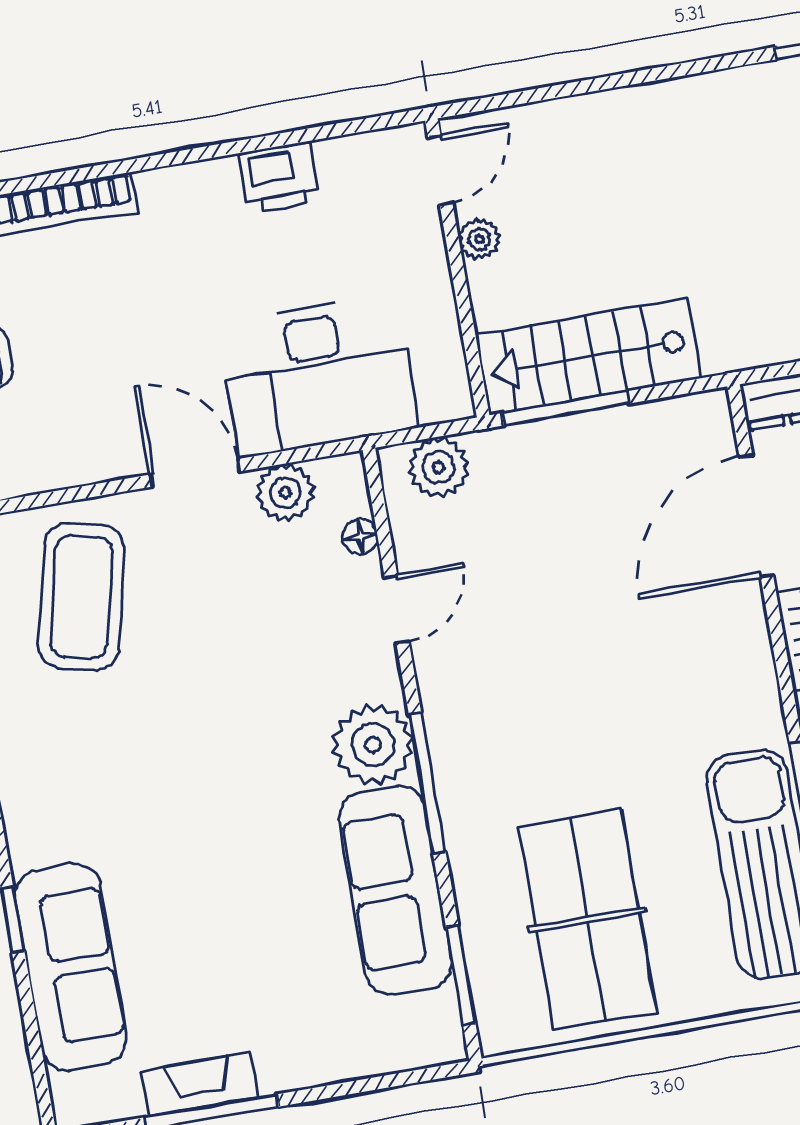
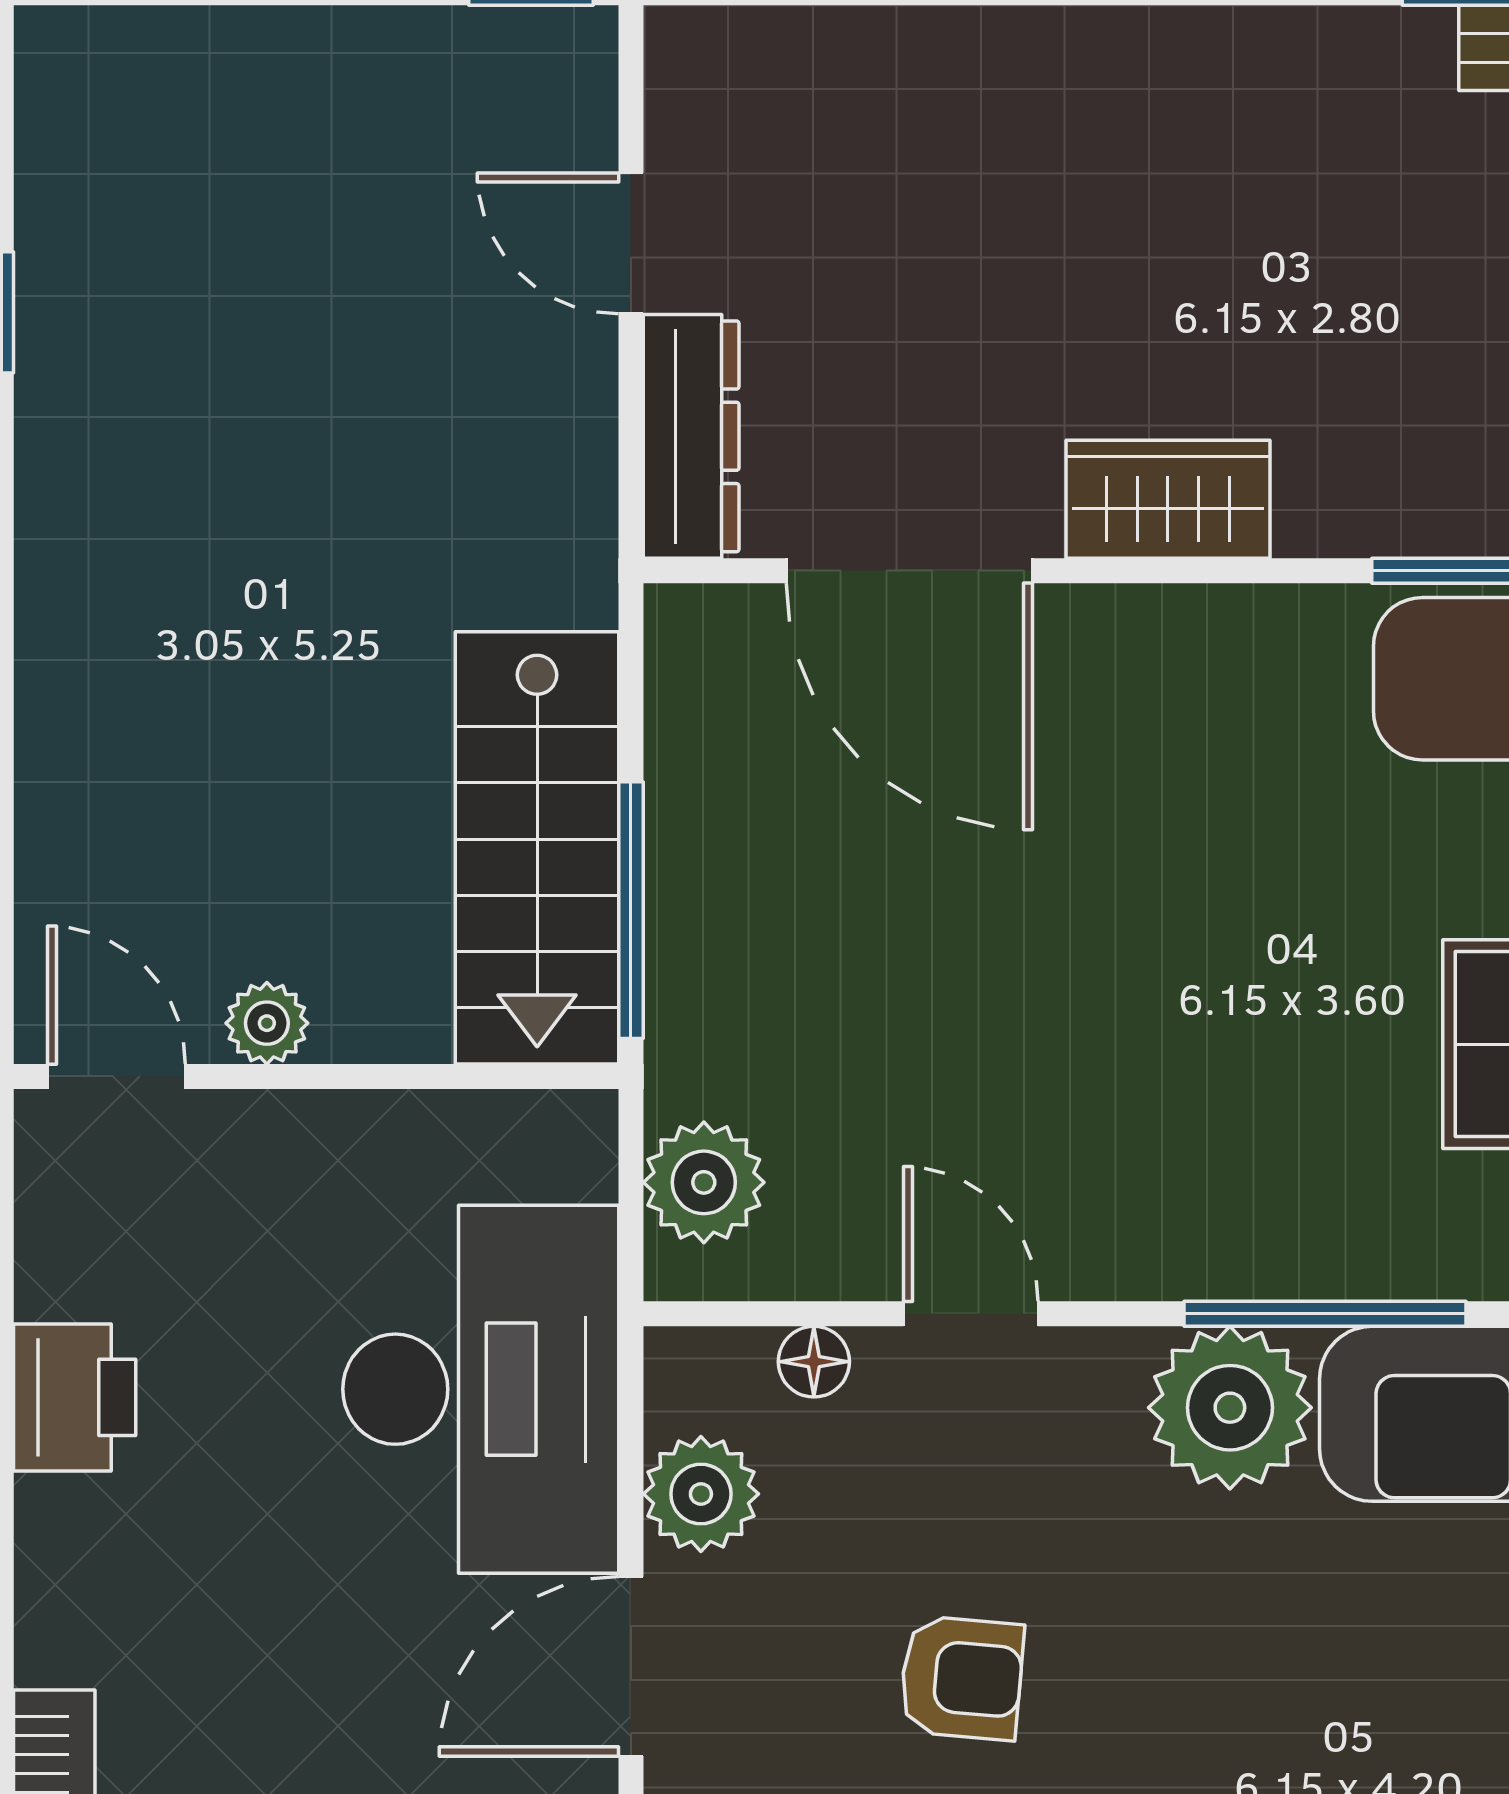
armchair: (217, 636) -> (962, 1678), added

